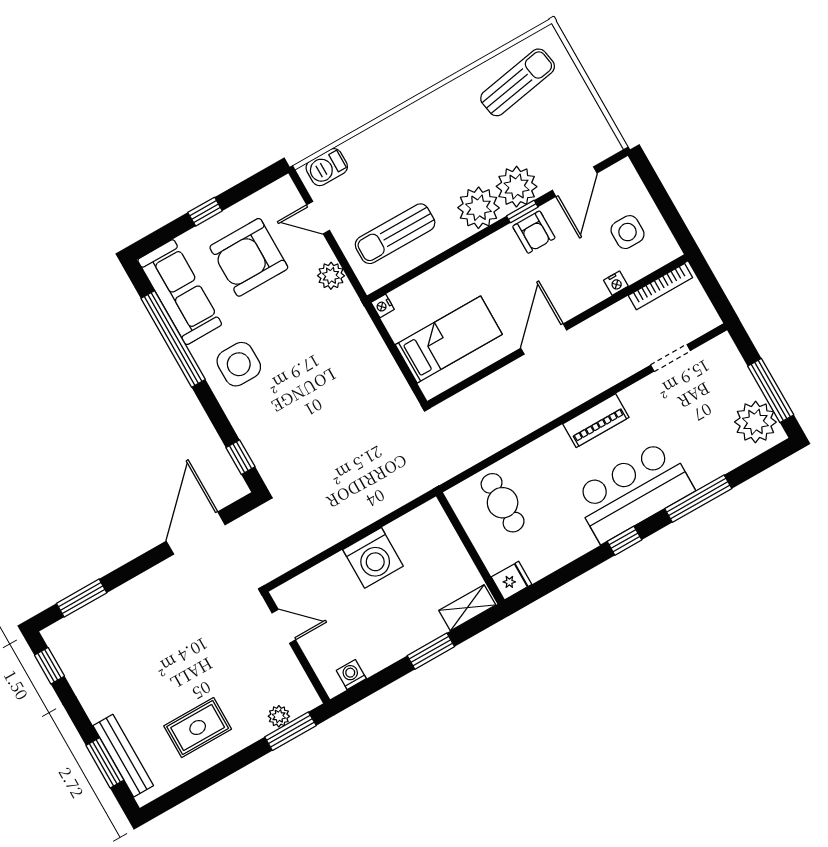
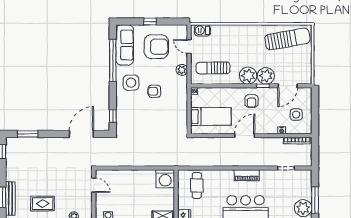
sun lounger: (518, 82) -> (287, 39), width x1.36, depth x1.34
armchair: (534, 232) -> (251, 101), moved
armchair: (249, 257) -> (156, 47), turned 180
armchair: (299, 354) -> (154, 91), added
washing machine: (373, 558) -> (165, 179), moved

